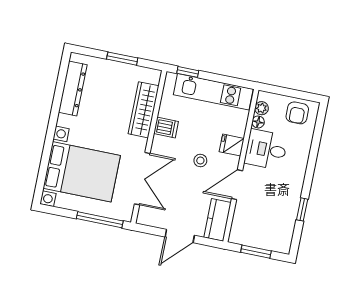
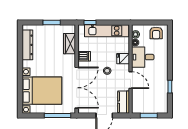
wardrobe: (144, 110) -> (70, 44), width x0.67
double door: (142, 179) -> (77, 88), width x1.36
door: (237, 185) -> (130, 80), swing flipped

